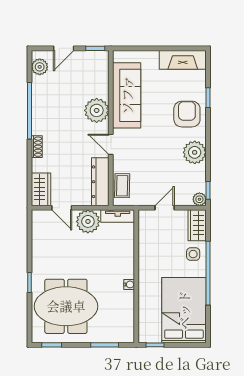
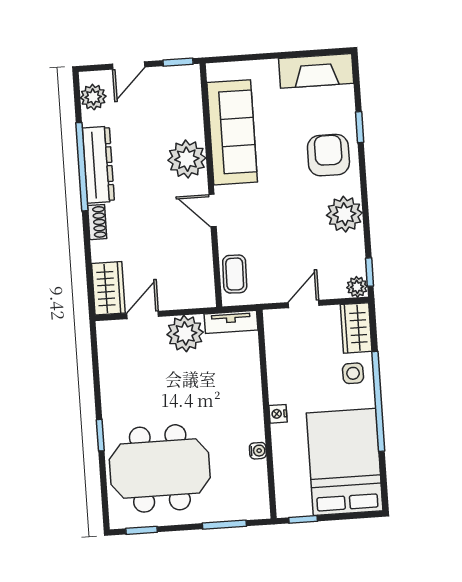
dresser: (100, 182) -> (98, 165), moved, turned 180
door: (62, 208) -> (143, 315), swing flipped
nightstand: (144, 277) -> (278, 414), added
water cooler: (129, 284) -> (258, 451), moved

